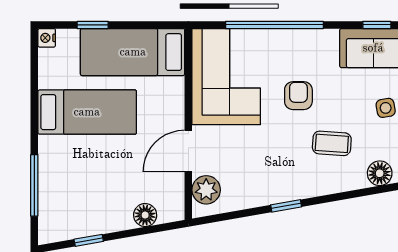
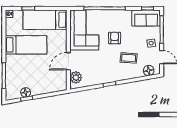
floor lamp: (145, 215) -> (26, 92), moved

